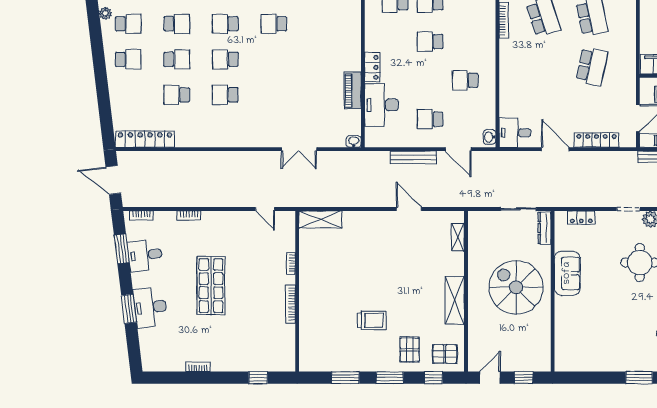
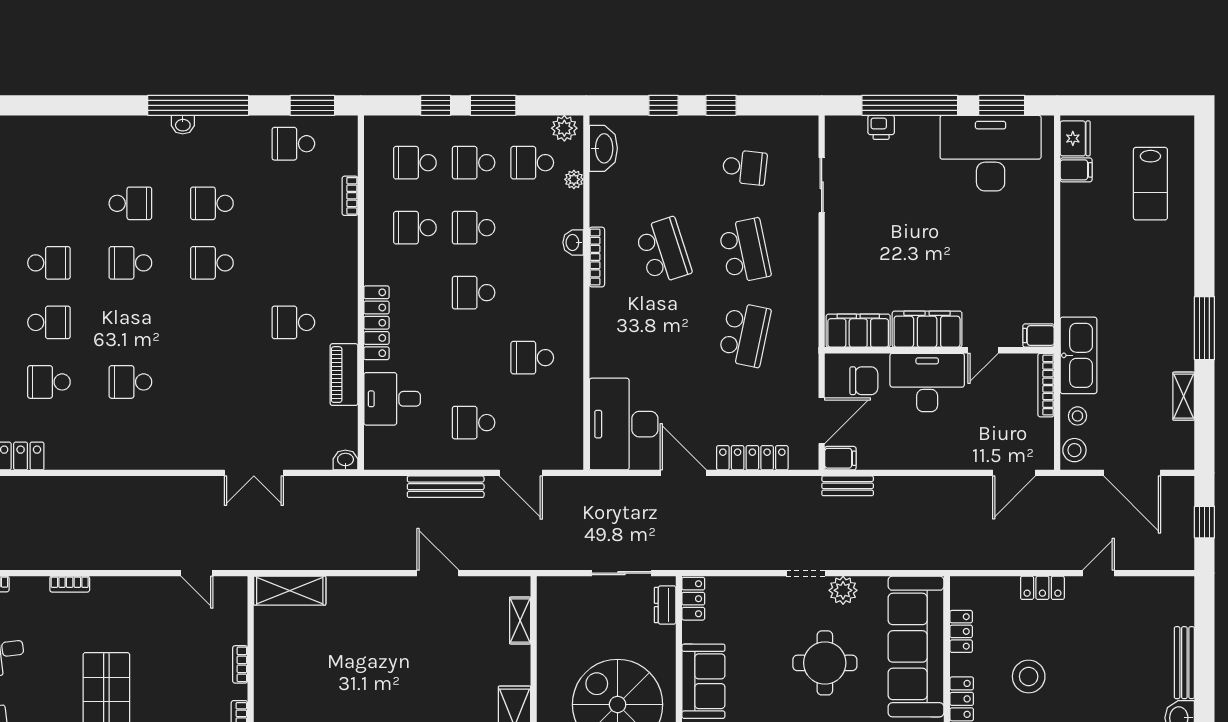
school desk: (225, 59) -> (293, 322), moved
locker: (372, 67) -> (376, 323), width x1.53
desk: (382, 105) -> (392, 399), width x0.73
desk: (515, 133) -> (624, 424), width x1.87, depth x1.30
washbasin: (489, 137) -> (573, 242), moved
locker: (581, 218) -> (693, 599), moved, turned -90
dresser: (544, 228) -> (665, 605), width x0.70

